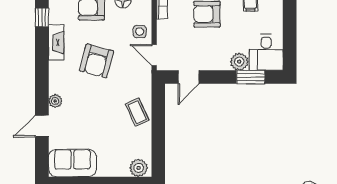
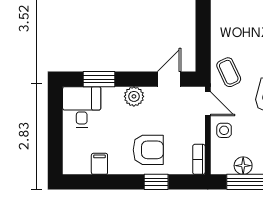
plant: (239, 62) -> (134, 96), moved
coffee table: (137, 112) -> (229, 72), moved

